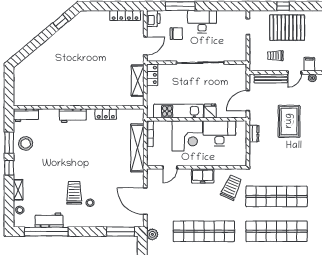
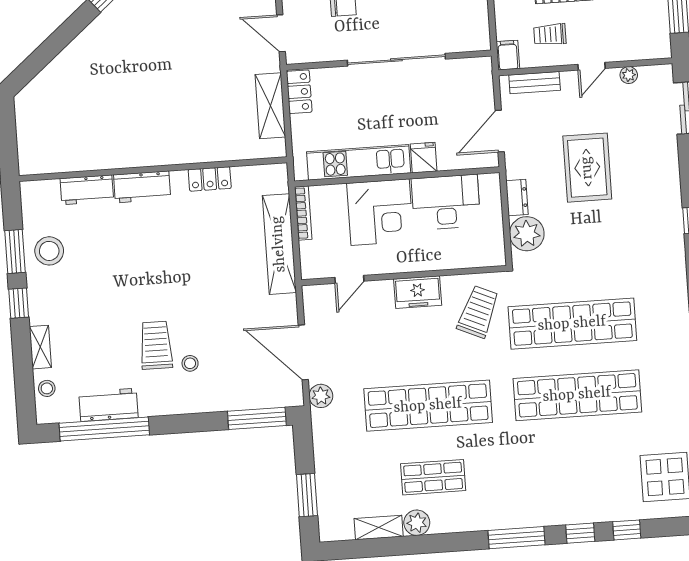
door: (145, 46) -> (281, 33), swing flipped
filing cabinet: (309, 64) -> (508, 55), moved
bench: (271, 78) -> (535, 83), width x0.73
workbench: (26, 115) -> (87, 190), moved
plant: (258, 151) -> (527, 234), added
plant: (152, 234) -> (321, 396), moved

